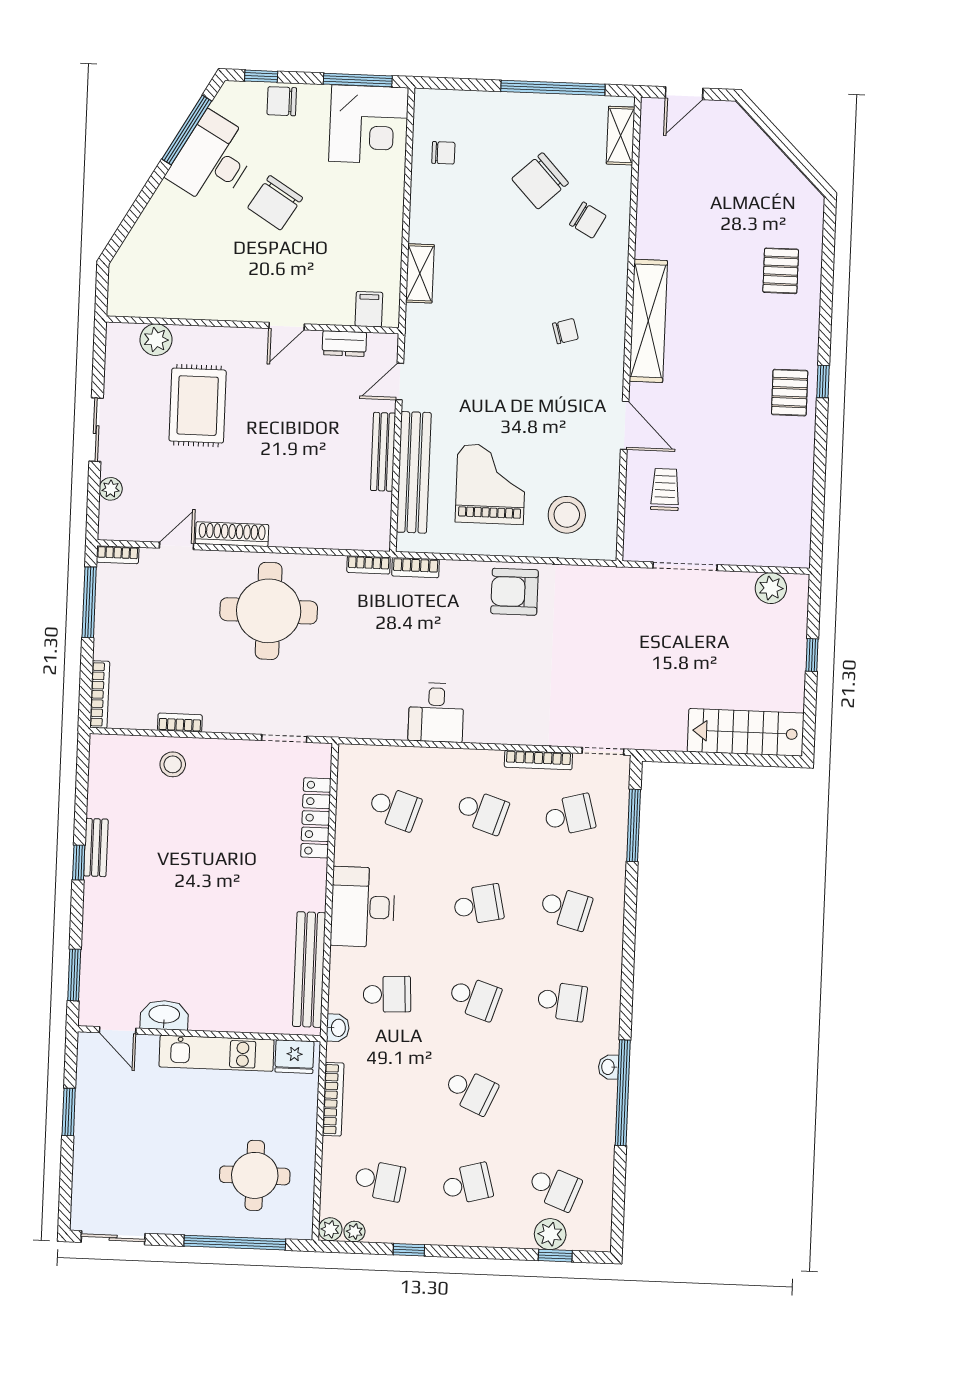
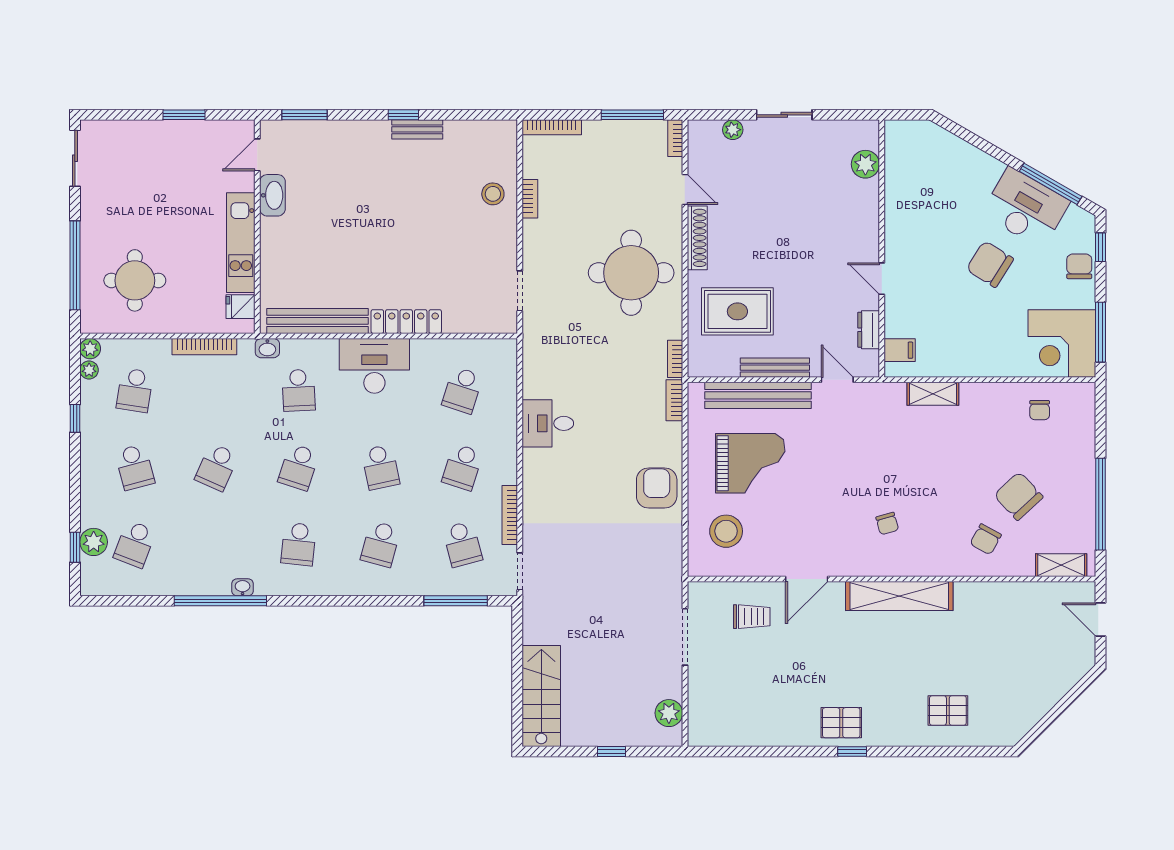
rug: (198, 406) -> (737, 311), moved
locker: (316, 818) -> (406, 322), moved
fridge: (294, 1057) -> (241, 307), width x0.72

